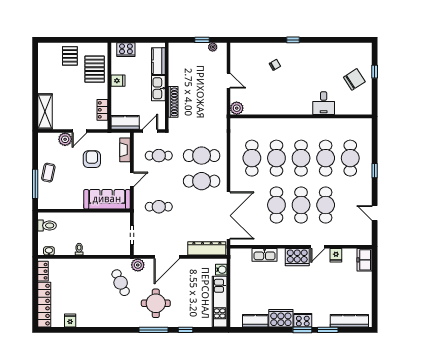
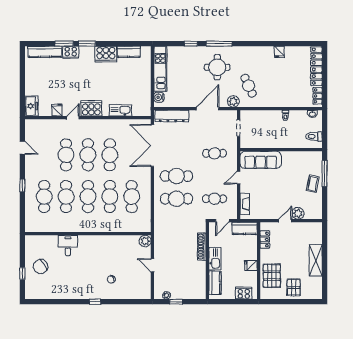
shelving: (45, 111) -> (316, 260), moved
armchair: (92, 159) -> (274, 196), removed
cooker: (303, 320) -> (71, 52), moved
fridge: (70, 321) -> (279, 52), moved

